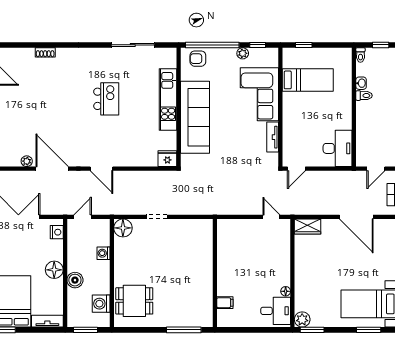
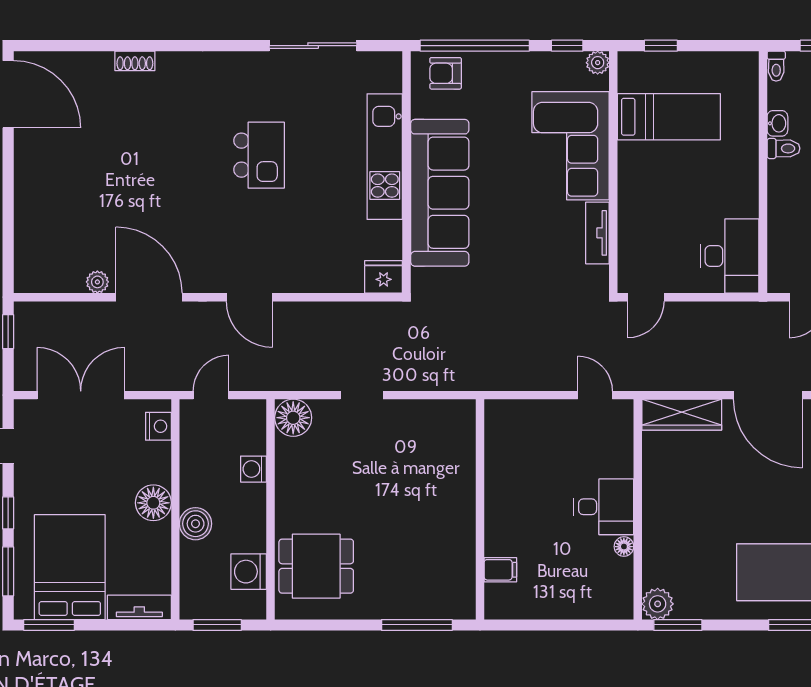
plant: (243, 53) -> (598, 63), moved
wardrobe: (308, 226) -> (682, 415), width x1.50
desk: (276, 311) -> (604, 507), moved

